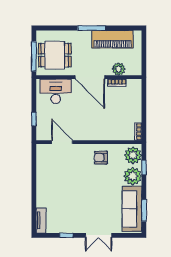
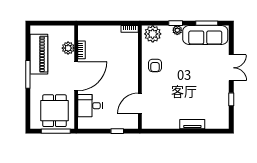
desk: (56, 91) -> (90, 106), width x0.73
window: (144, 168) -> (176, 23), moved
plant: (133, 176) -> (177, 30), width x0.53, depth x0.53
tv unit: (41, 220) -> (192, 124), moved

